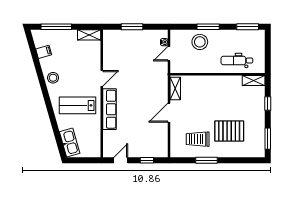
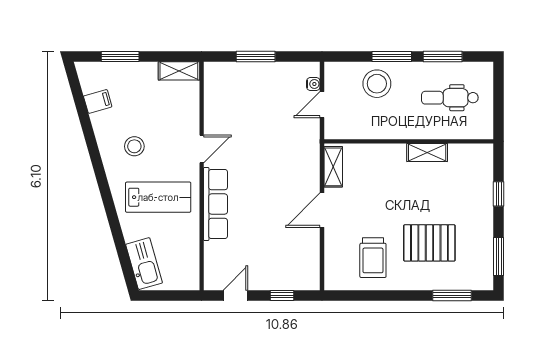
window: (56, 27) -> (120, 57), width x0.69
window: (248, 27) -> (443, 57), moved
dental chair: (237, 60) -> (450, 98), moved
stool: (53, 78) -> (134, 146), moved
shelving: (254, 80) -> (427, 152), moved
lab bench: (78, 105) -> (158, 197), turned 180
trolley: (198, 139) -> (373, 258), turned -90
window: (206, 160) -> (452, 295), moved

